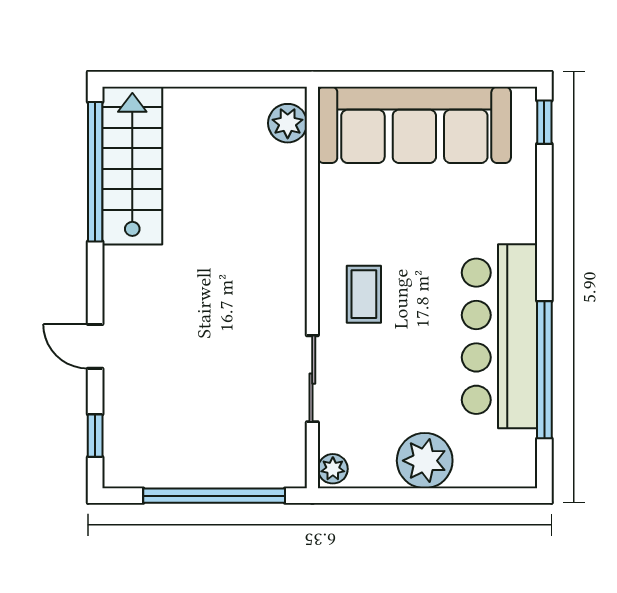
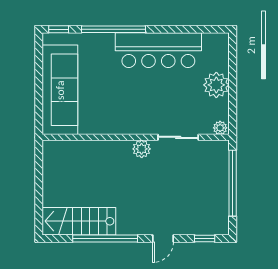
plant: (288, 123) -> (142, 149), moved
window: (95, 172) -> (105, 239), moved
coffee table: (364, 294) -> (139, 113), removed
window: (544, 370) -> (113, 29), moved

